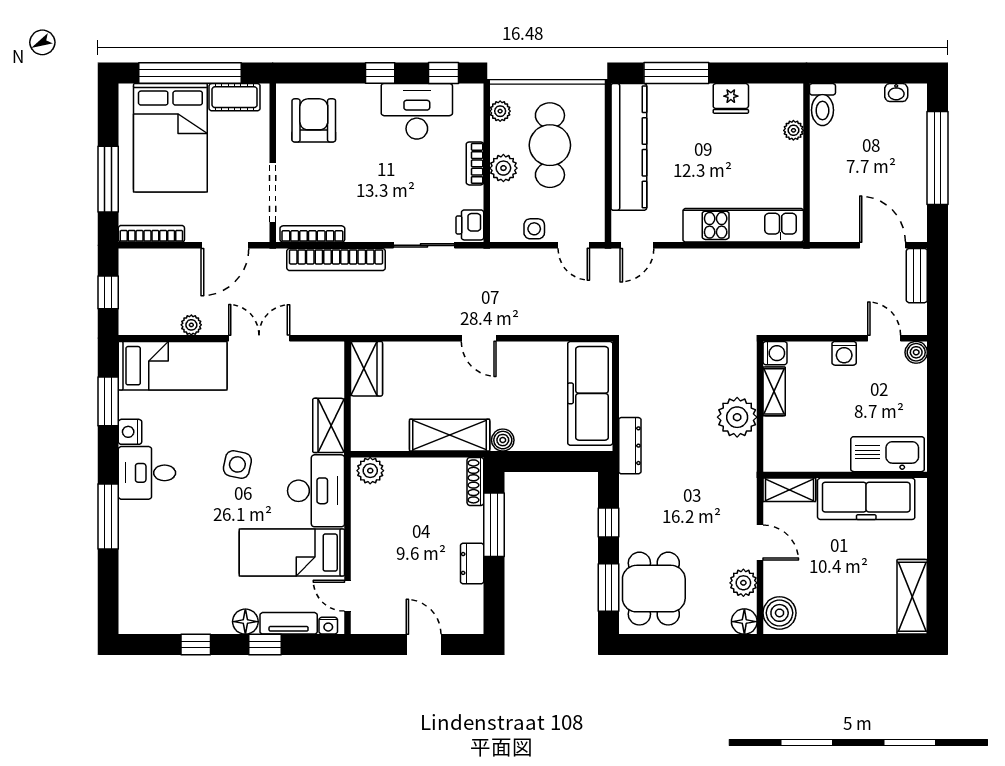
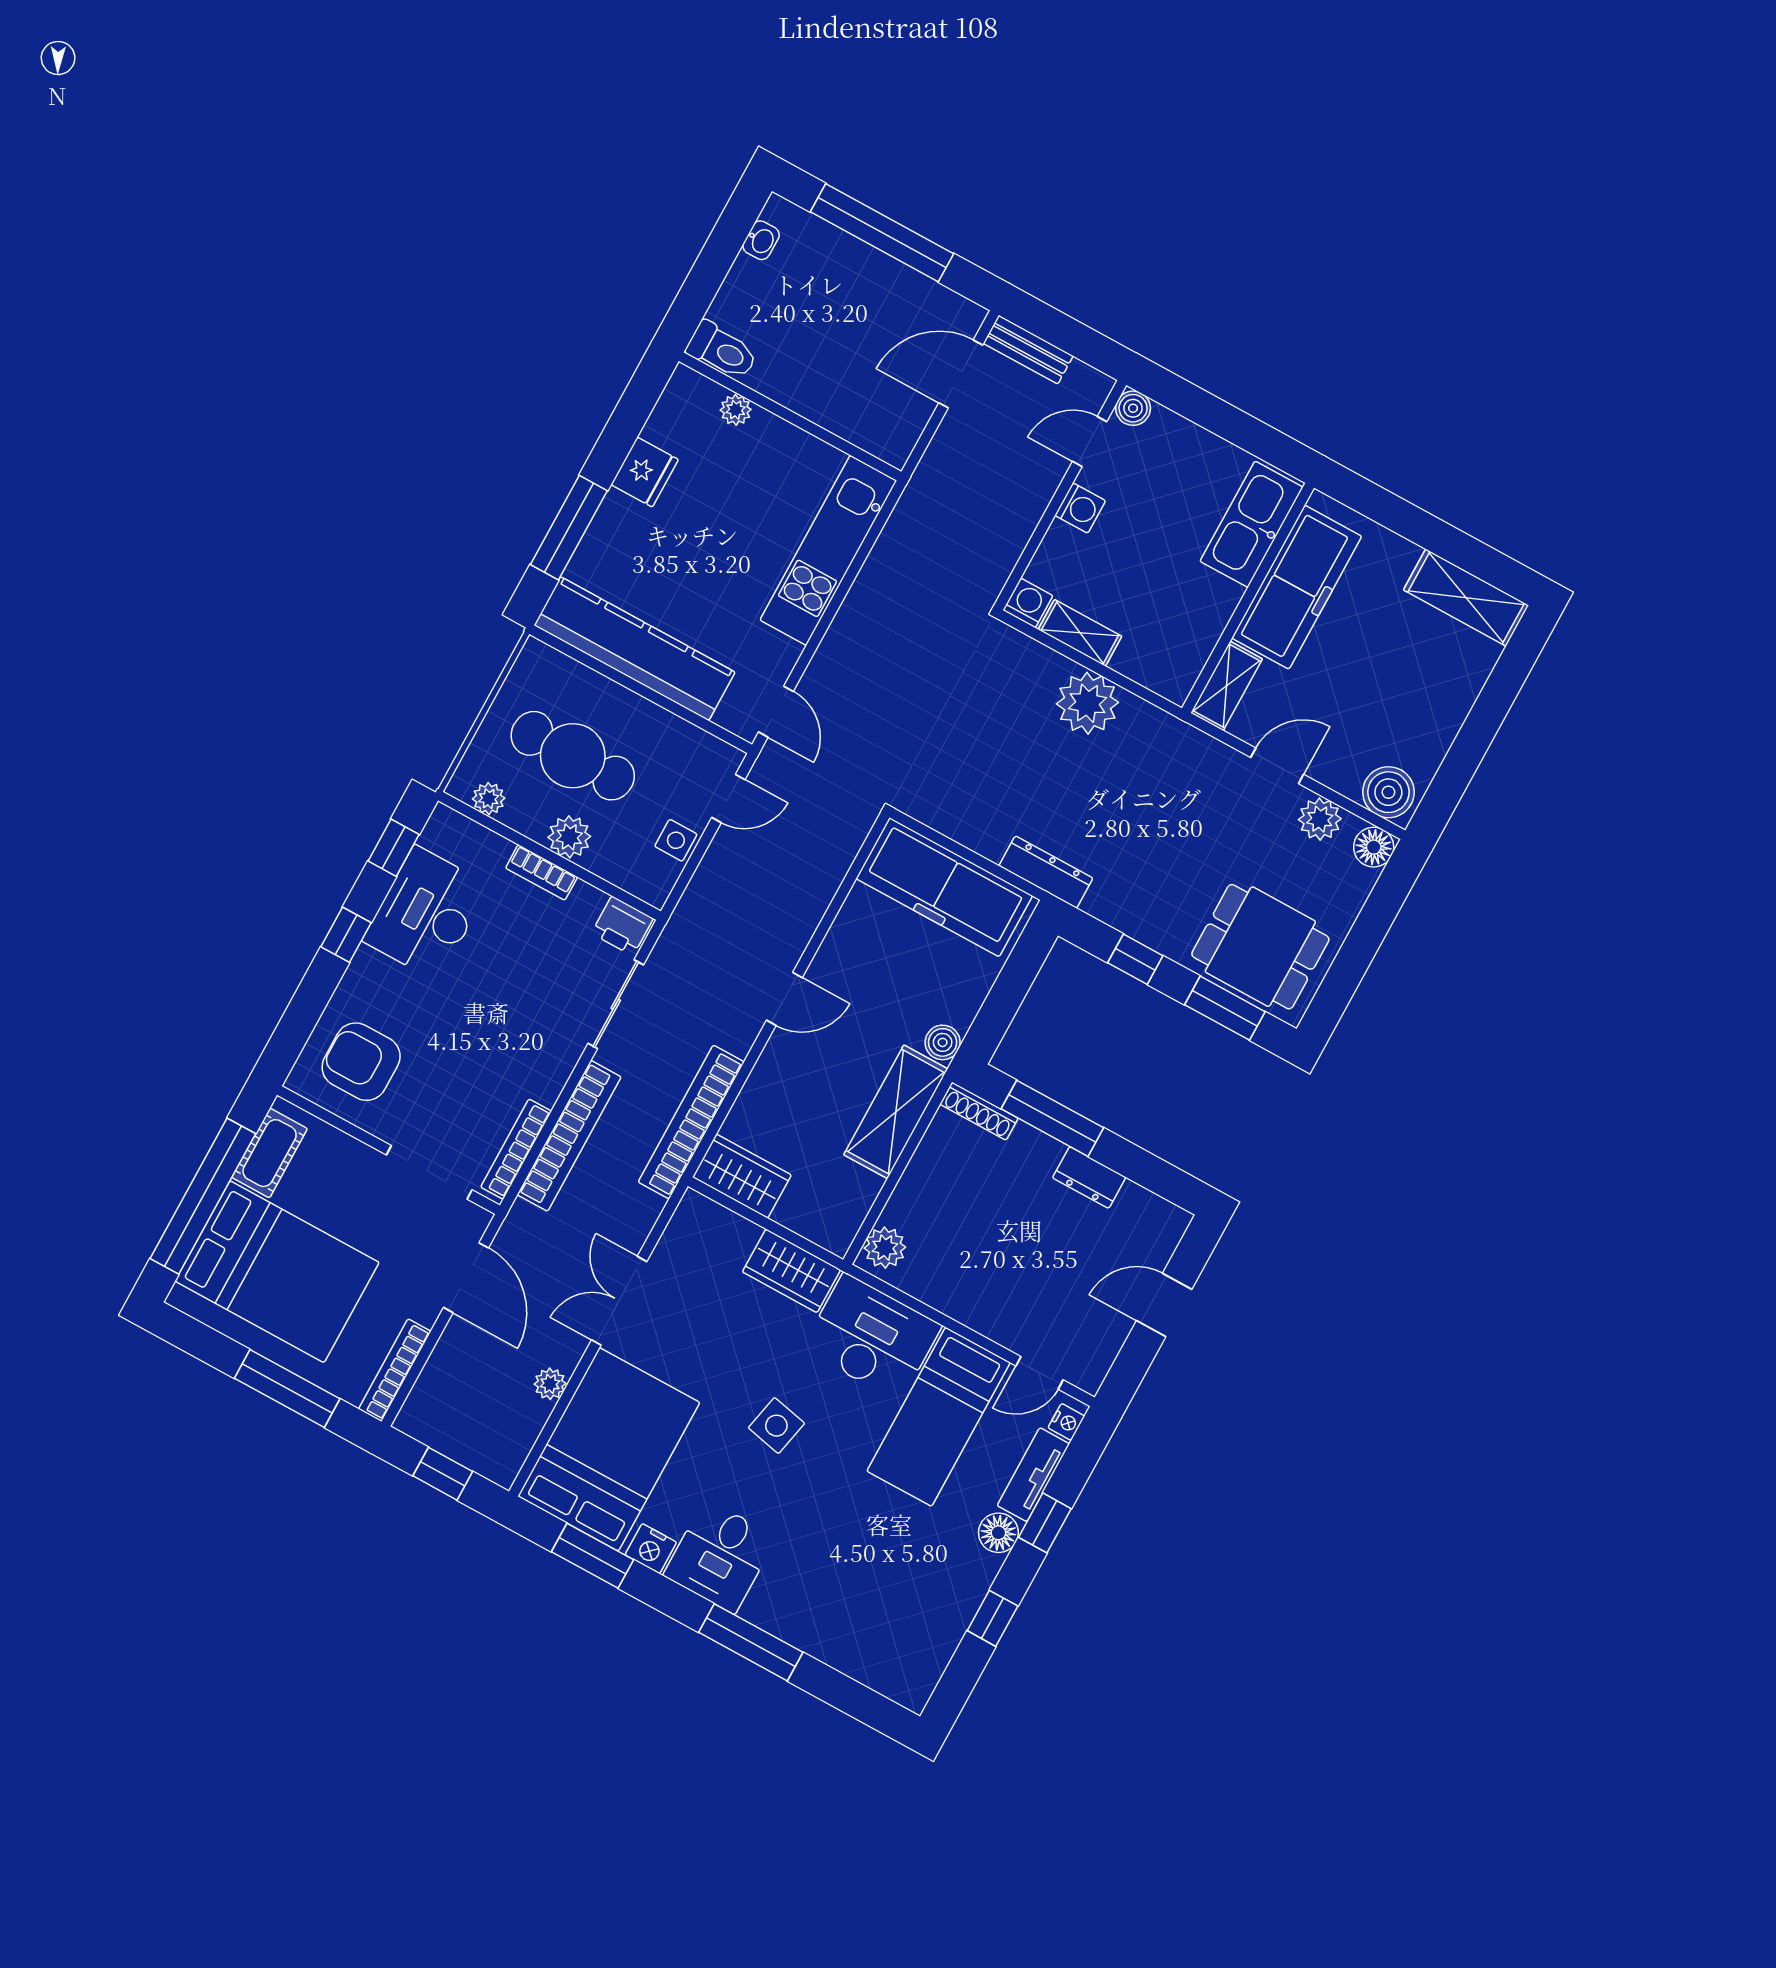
bookcase: (381, 324) -> (691, 1122), added
bed: (173, 366) -> (609, 1449), width x1.50

